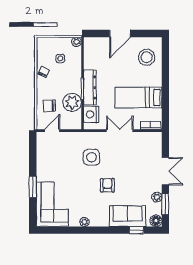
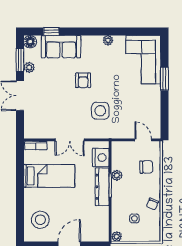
plant: (72, 102) -> (117, 175), width x0.53, depth x0.53
door: (52, 131) -> (143, 140), swing flipped

